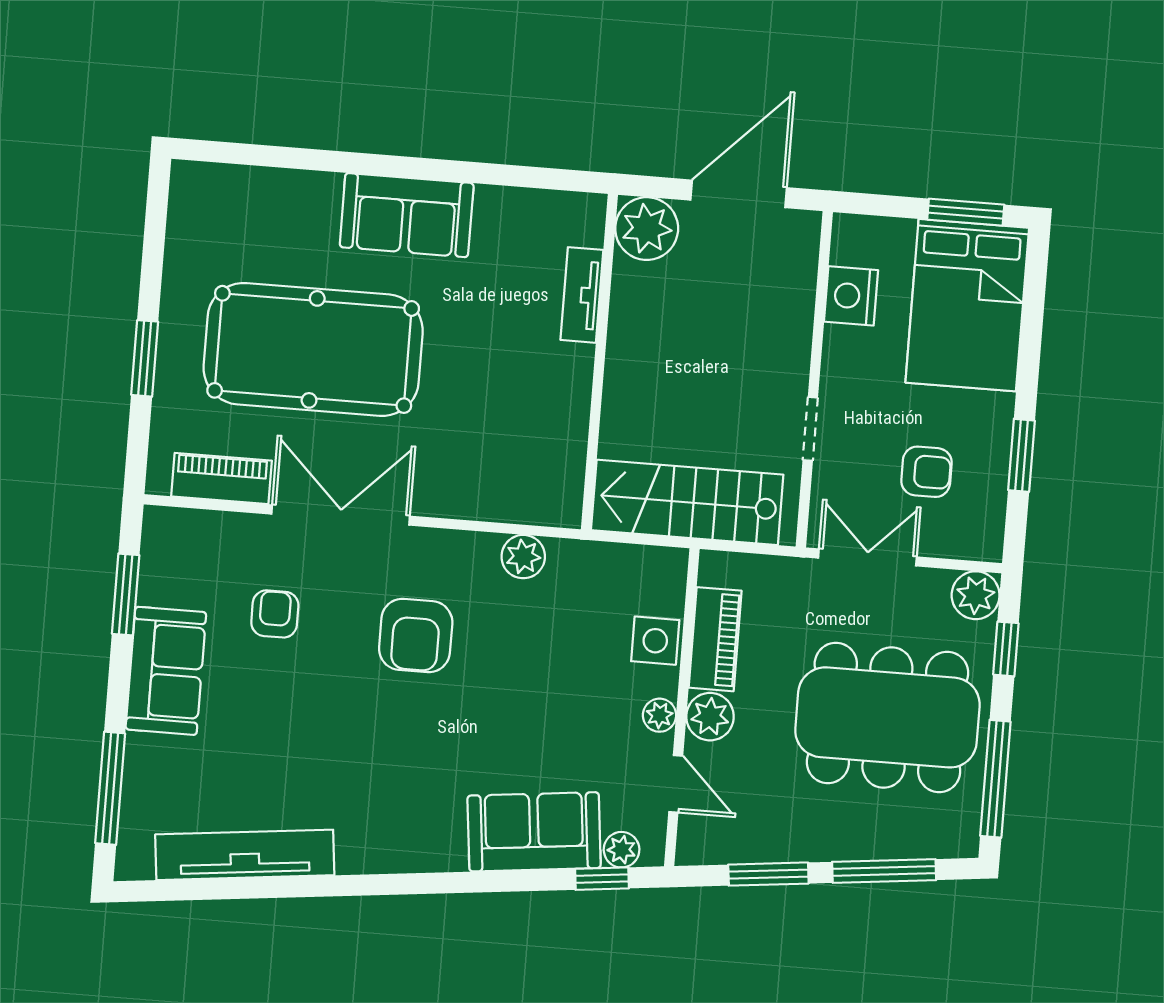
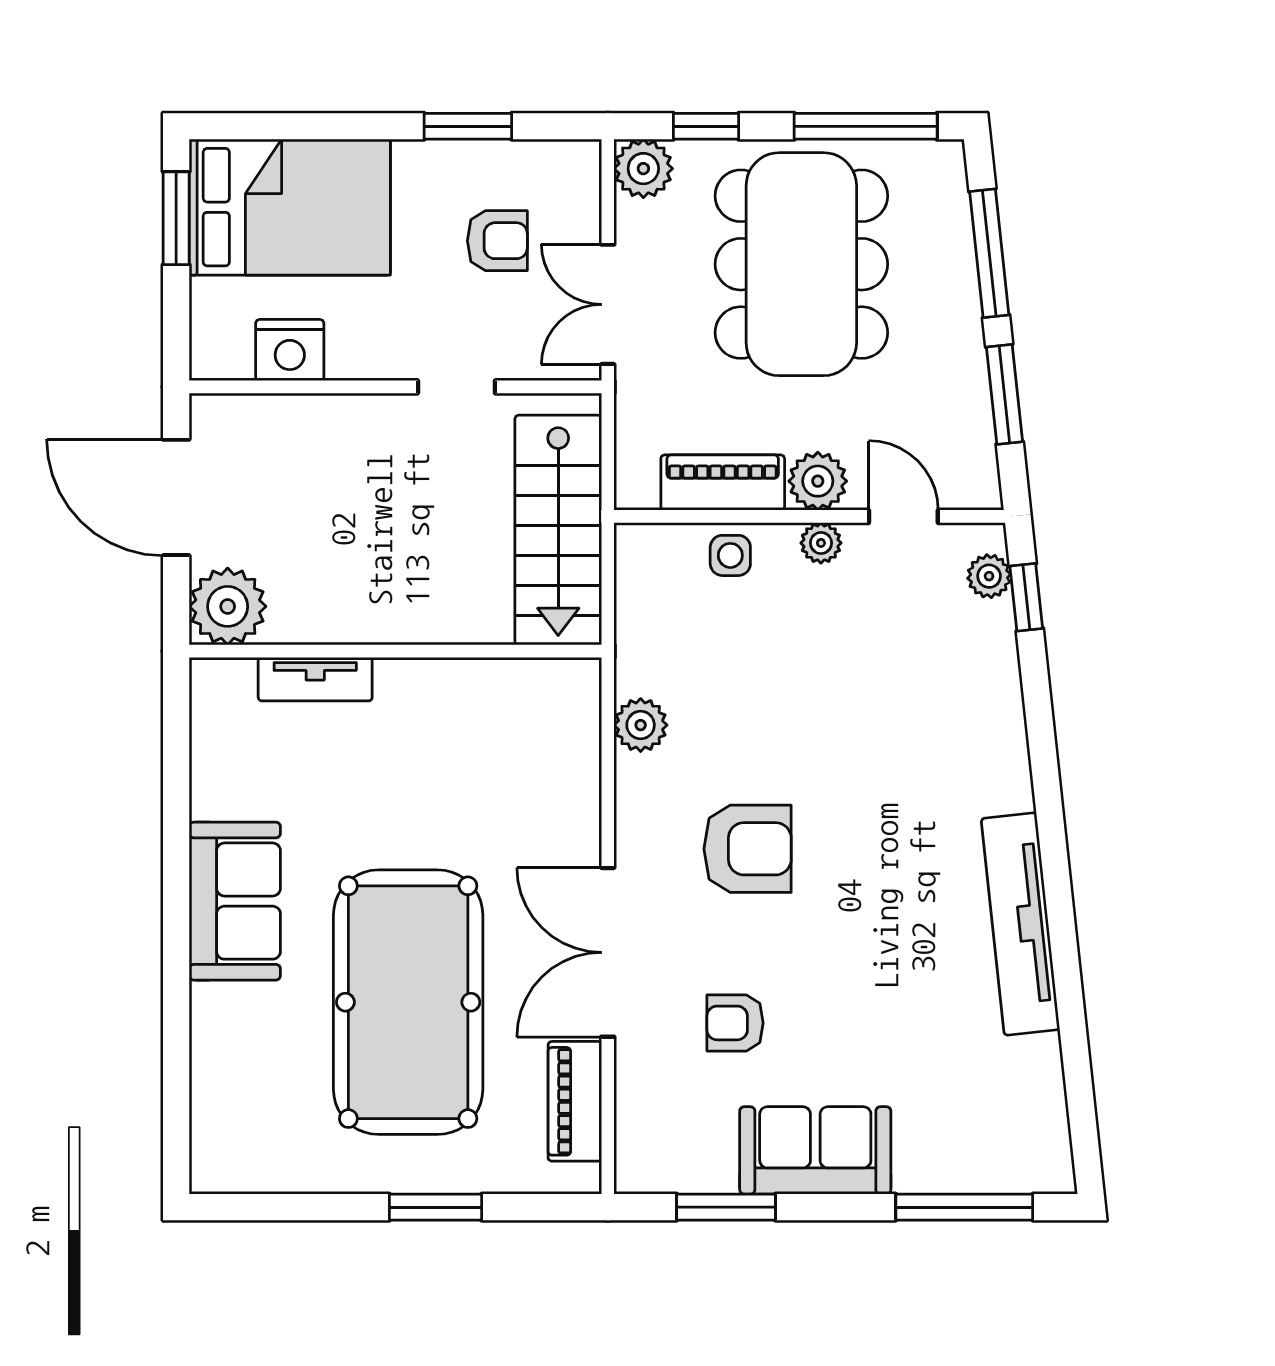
armchair: (926, 472) -> (497, 241), turned 90
side table: (655, 641) -> (730, 555), width x0.73, depth x0.73
door: (676, 784) -> (903, 516), hinge flipped
sofa: (534, 832) -> (976, 685), removed
tv unit: (245, 855) -> (1020, 924), moved

